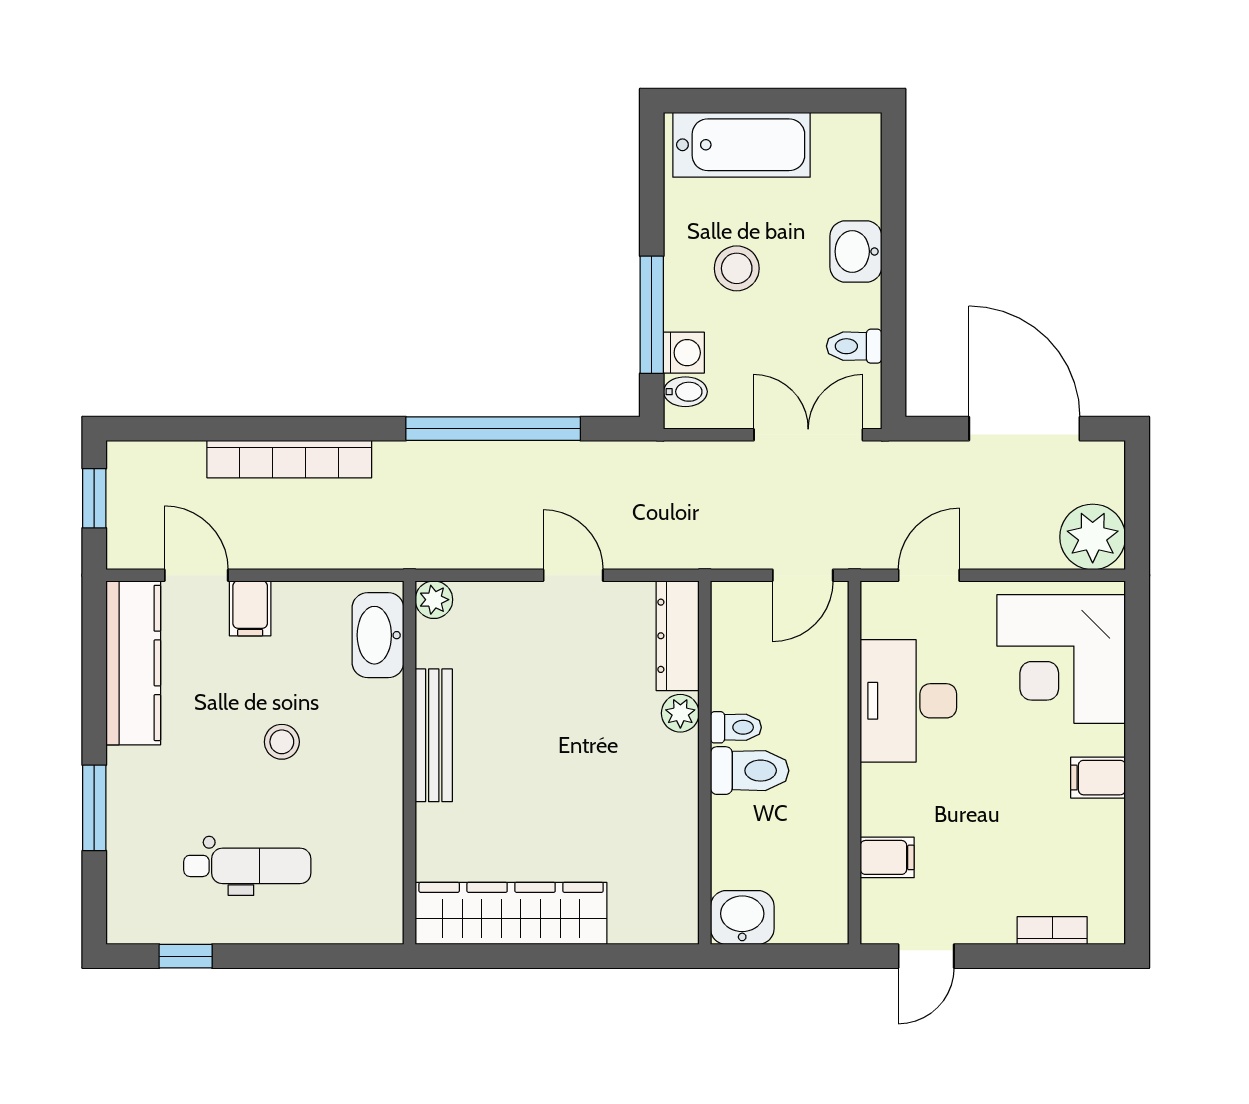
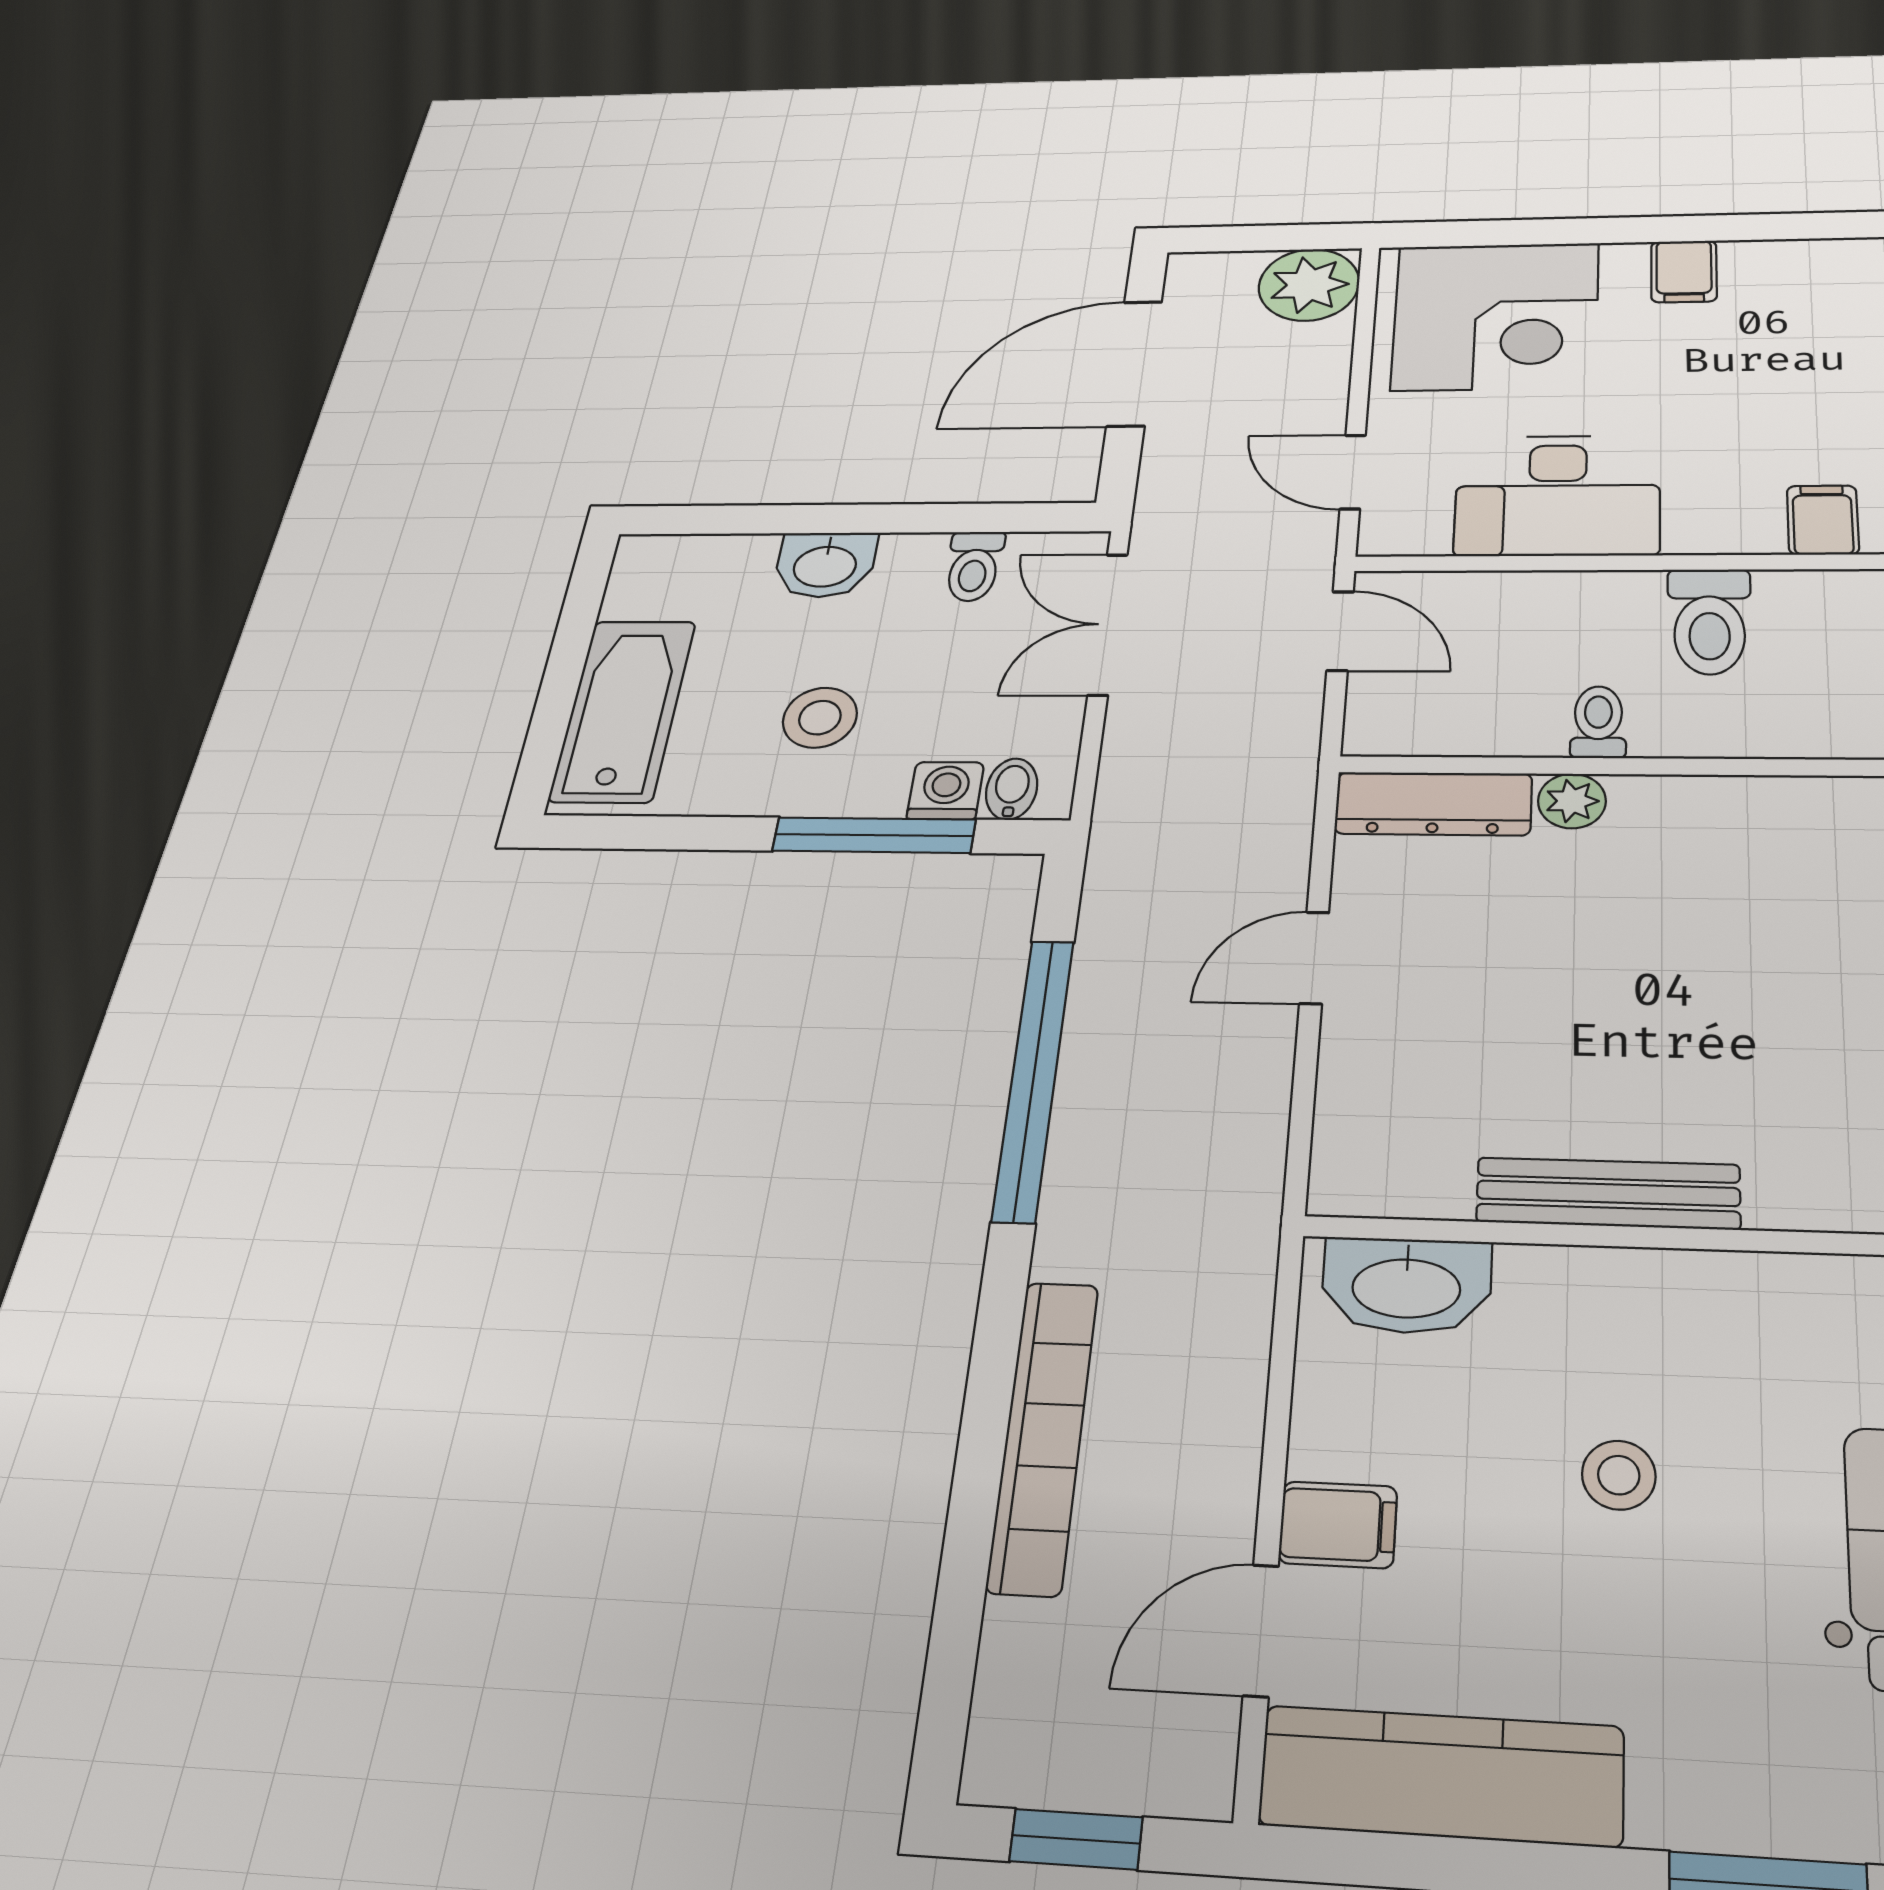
plant: (434, 600) -> (1343, 1185), removed
toilet: (750, 771) -> (1709, 621), moved, turned 180

